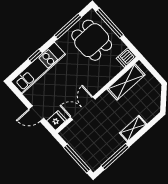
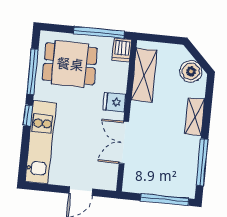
window: (110, 23) -> (99, 32), moved
window: (35, 56) -> (28, 115), moved
boiler: (153, 102) -> (191, 71), added
fridge: (57, 120) -> (114, 102), moved, turned -90

